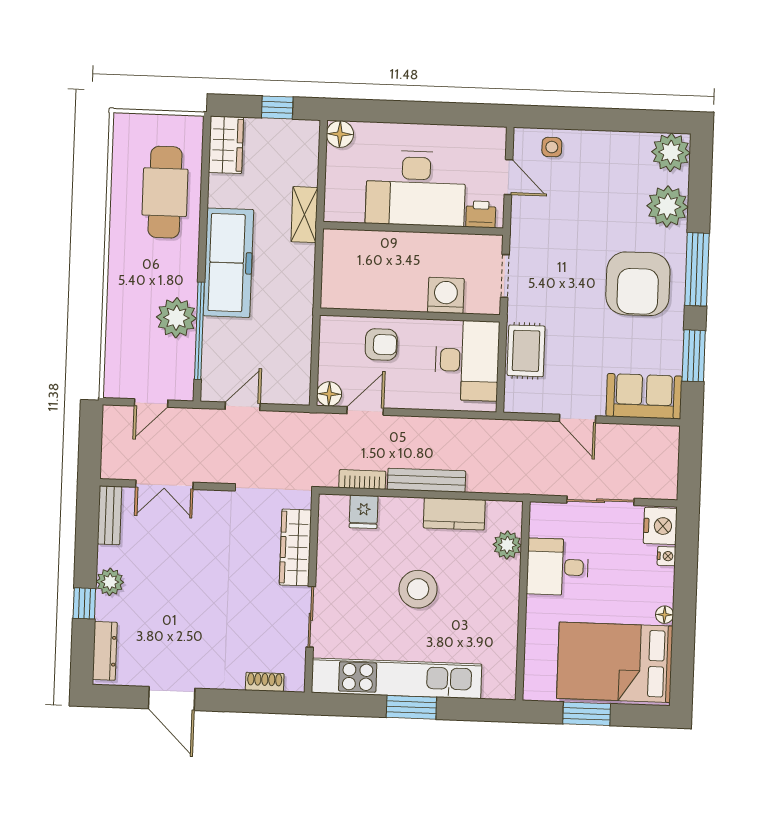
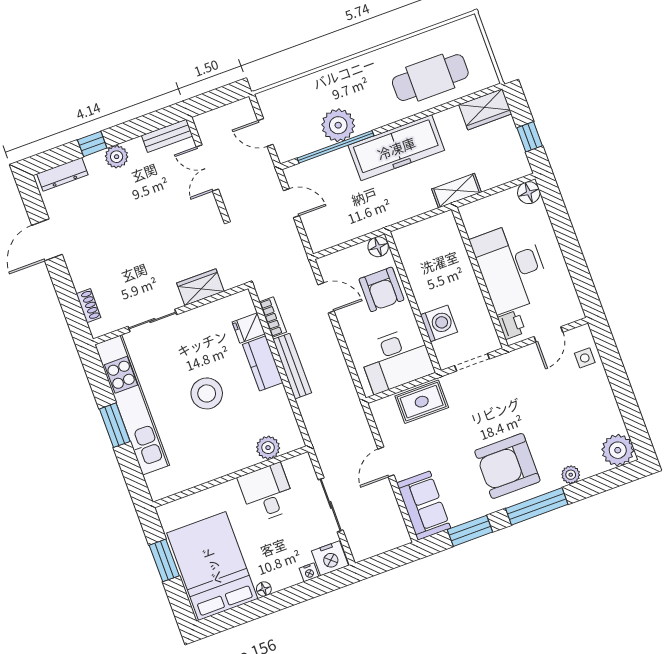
plant: (667, 206) -> (571, 475), width x0.53, depth x0.53
armchair: (381, 344) -> (381, 289), width x1.38, depth x1.38
floor lamp: (329, 394) -> (378, 247), moved
kitchen counter: (454, 514) -> (263, 363), moved
wardrobe: (295, 547) -> (200, 287), width x0.67

